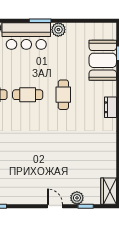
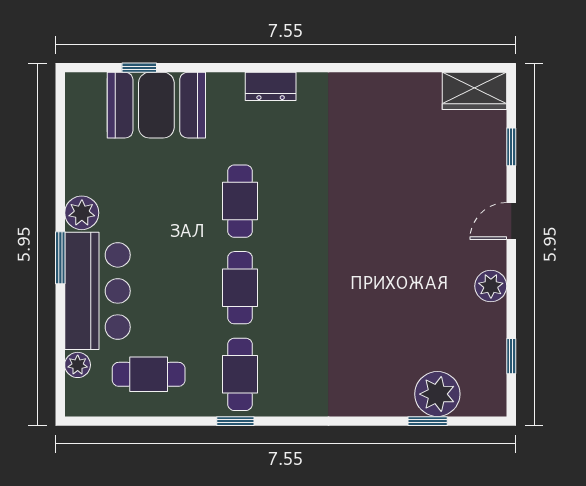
cafe table: (63, 95) -> (240, 201), turned 90
plant: (77, 198) -> (491, 286), moved

